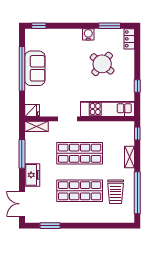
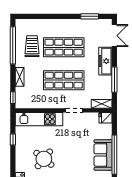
freezer: (32, 175) -> (105, 61), width x1.40

